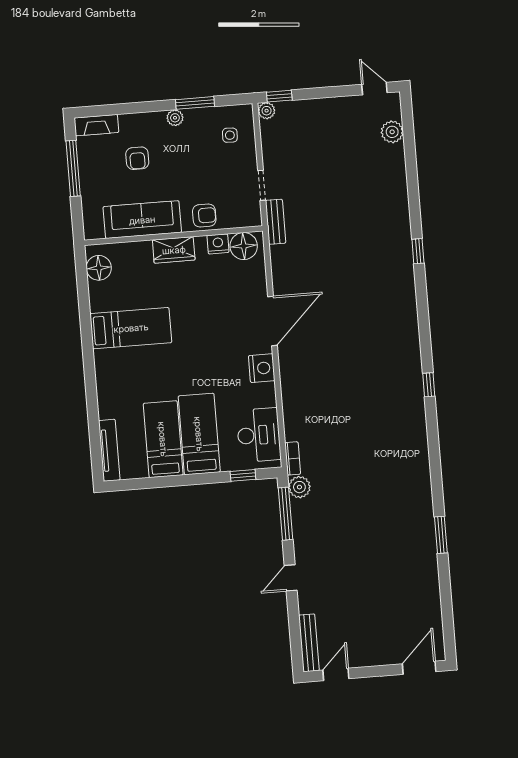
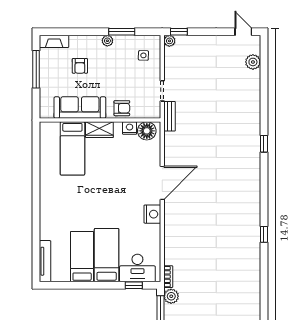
floor lamp: (99, 268) -> (48, 138), removed
bed: (131, 328) -> (72, 148), moved, turned 90
desk: (259, 435) -> (137, 268), moved, turned 90

